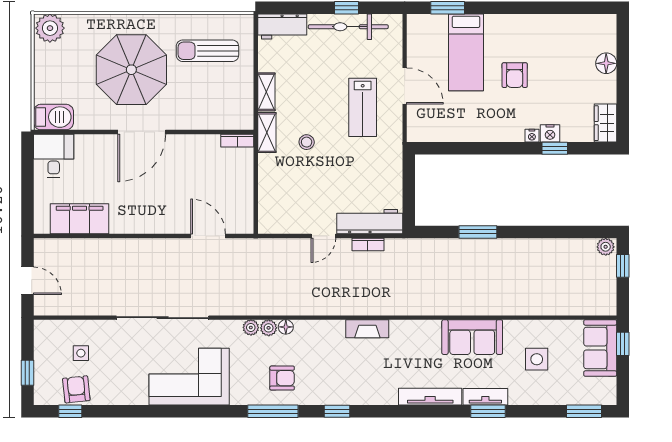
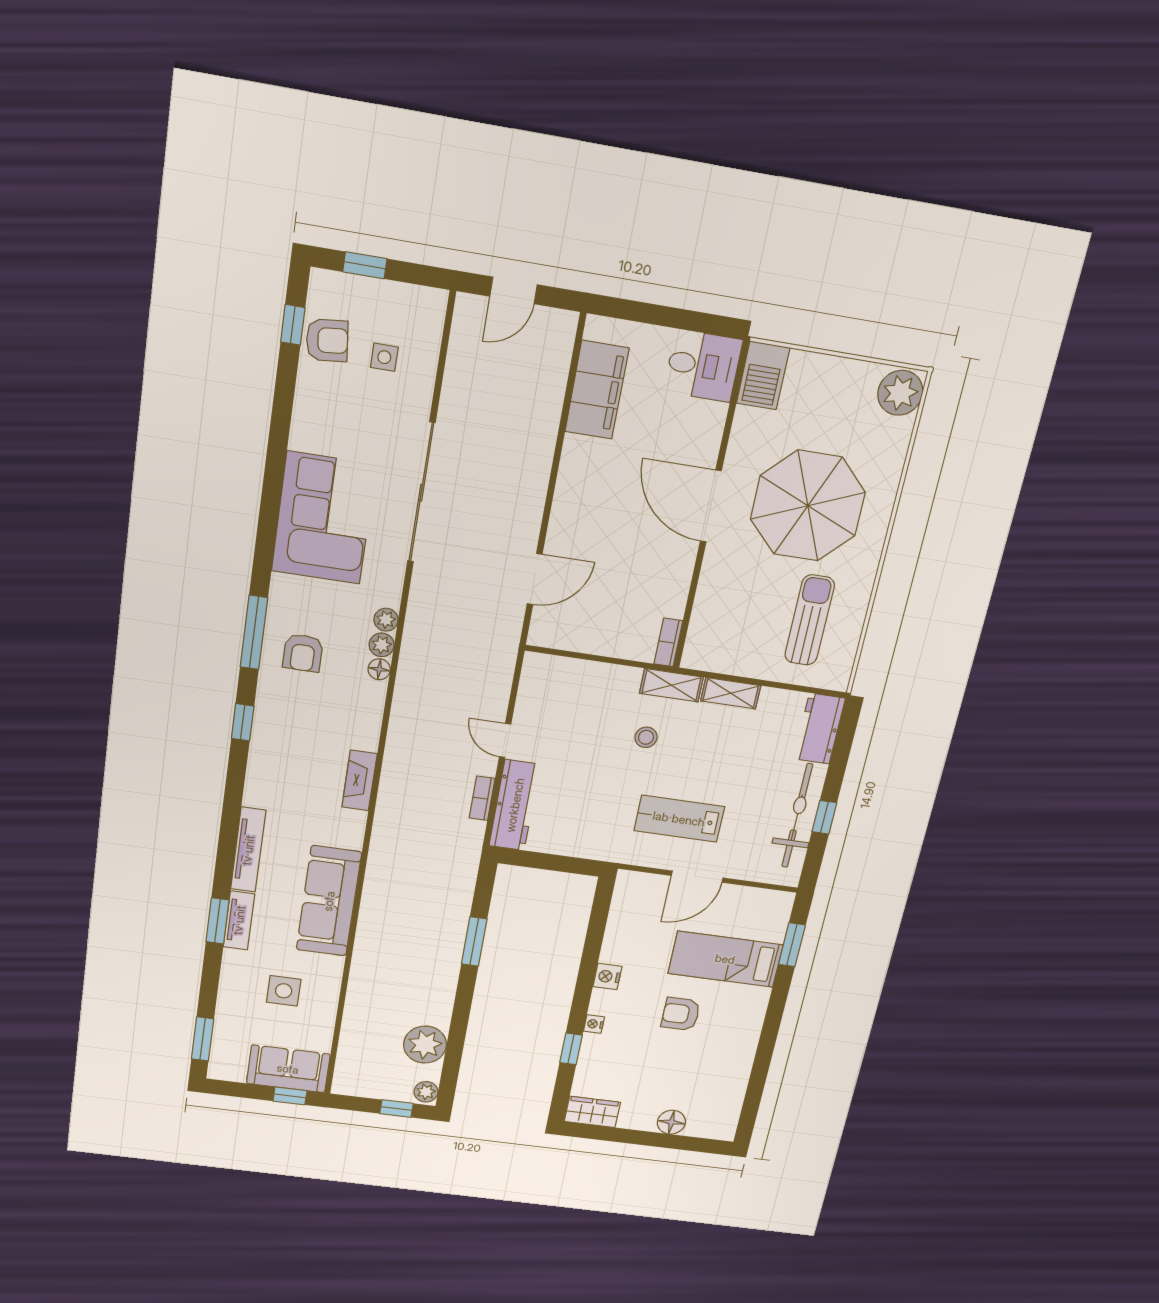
nightstand: (550, 133) -> (607, 976), moved
plant: (566, 253) -> (425, 1045), added
sofa: (472, 337) -> (329, 901), width x1.36

